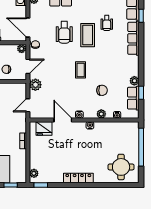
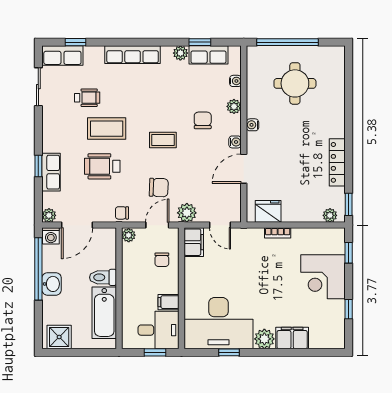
door: (28, 27) -> (77, 225), moved
wheelchair: (64, 32) -> (102, 166), turned 180
row of seats: (133, 38) -> (133, 55), moved
door: (28, 66) -> (157, 225), hinge flipped
chair: (51, 67) -> (159, 187), added
filing cabinet: (17, 89) -> (194, 242), added
chair: (102, 90) -> (203, 120), moved
fridge: (44, 128) -> (268, 211), moved, turned -90
round table: (121, 167) -> (295, 83), moved
locker: (78, 178) -> (337, 162), moved

